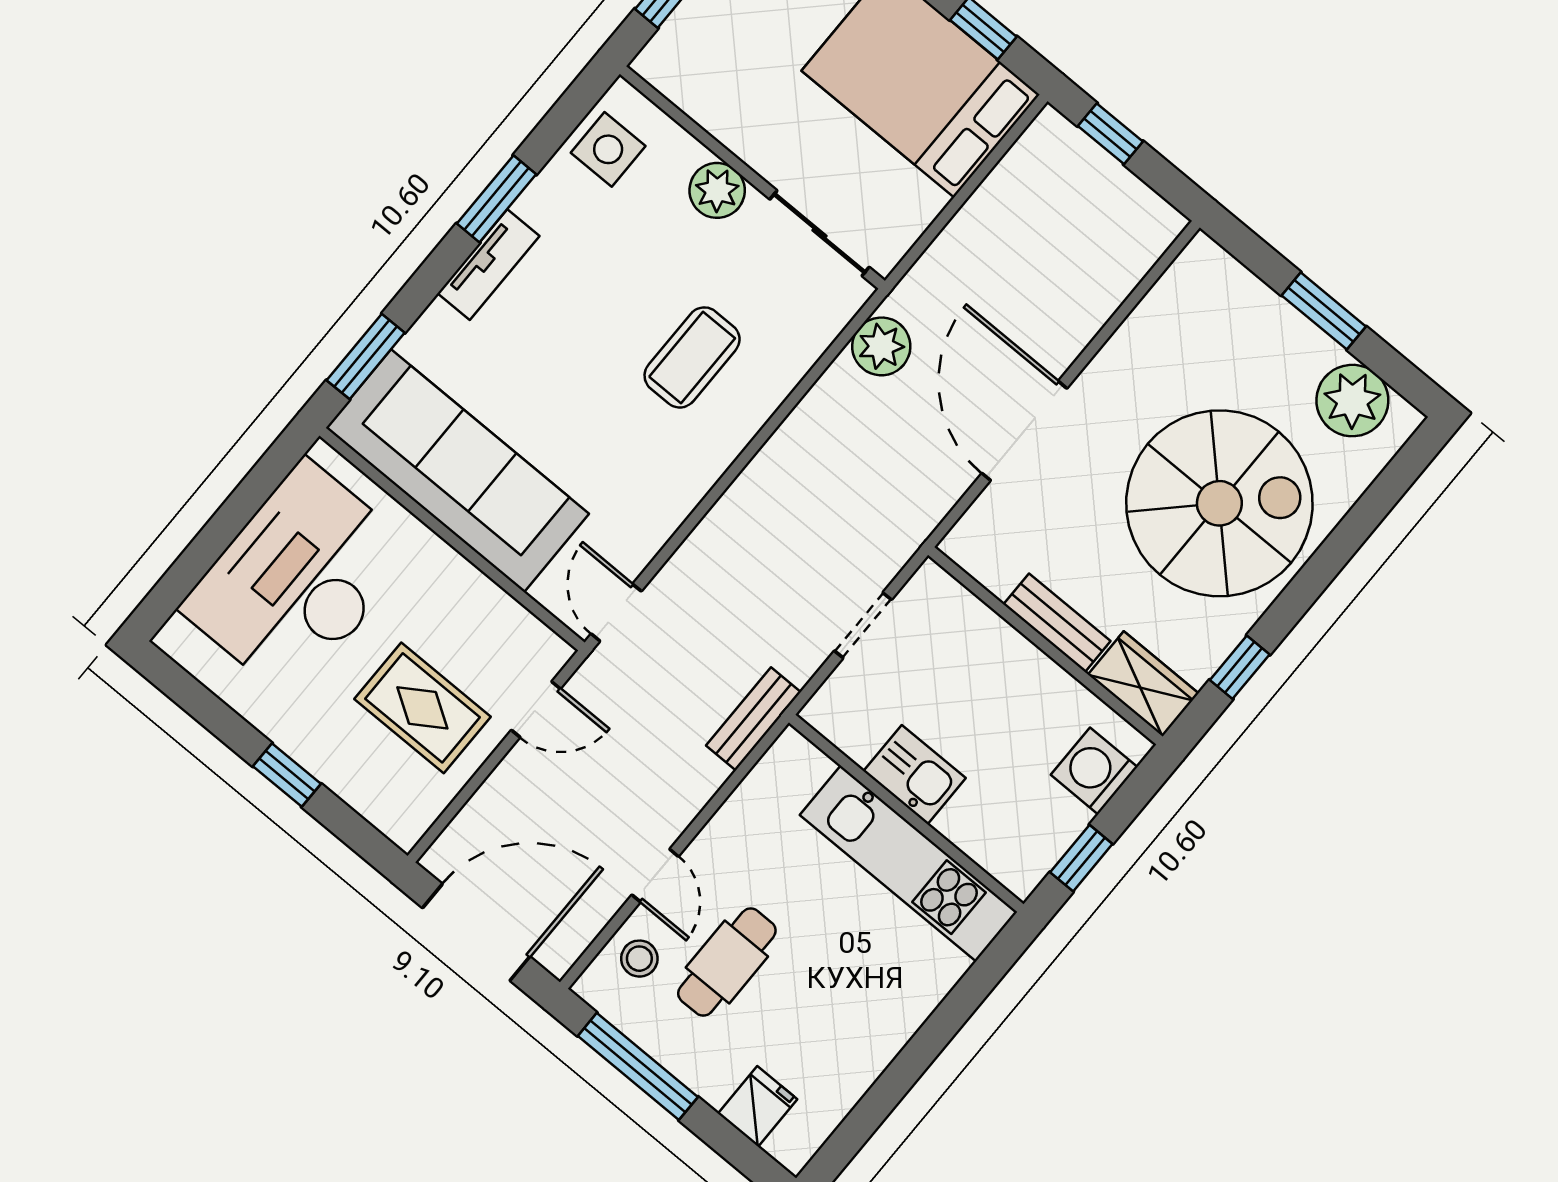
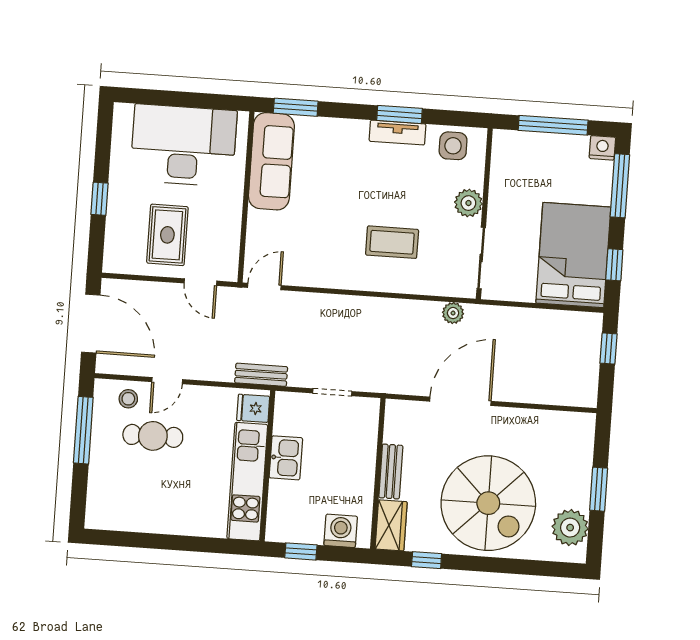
tv unit: (488, 265) -> (397, 133), moved
plant: (881, 346) -> (453, 313), width x0.73, depth x0.73
sofa: (457, 471) -> (271, 161), width x0.74, depth x0.79
fridge: (758, 1106) -> (253, 408), moved, turned 180

